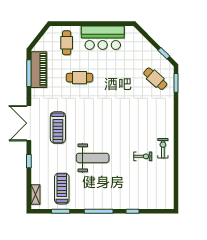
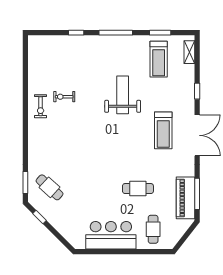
treadmill: (58, 128) -> (163, 130), turned 180
weight bench: (93, 158) -> (123, 95), turned 90

